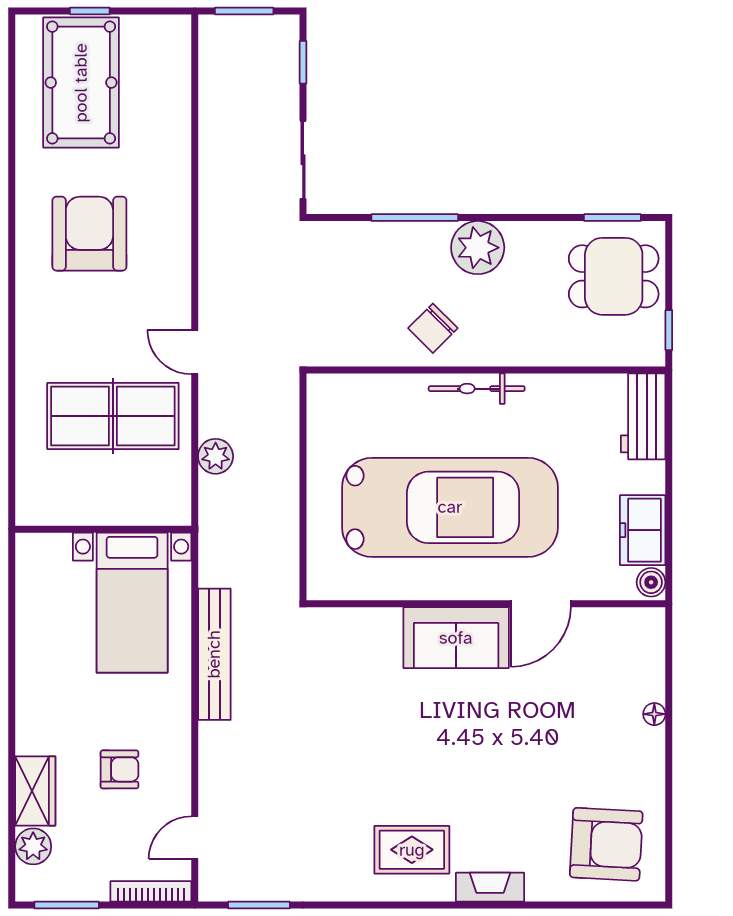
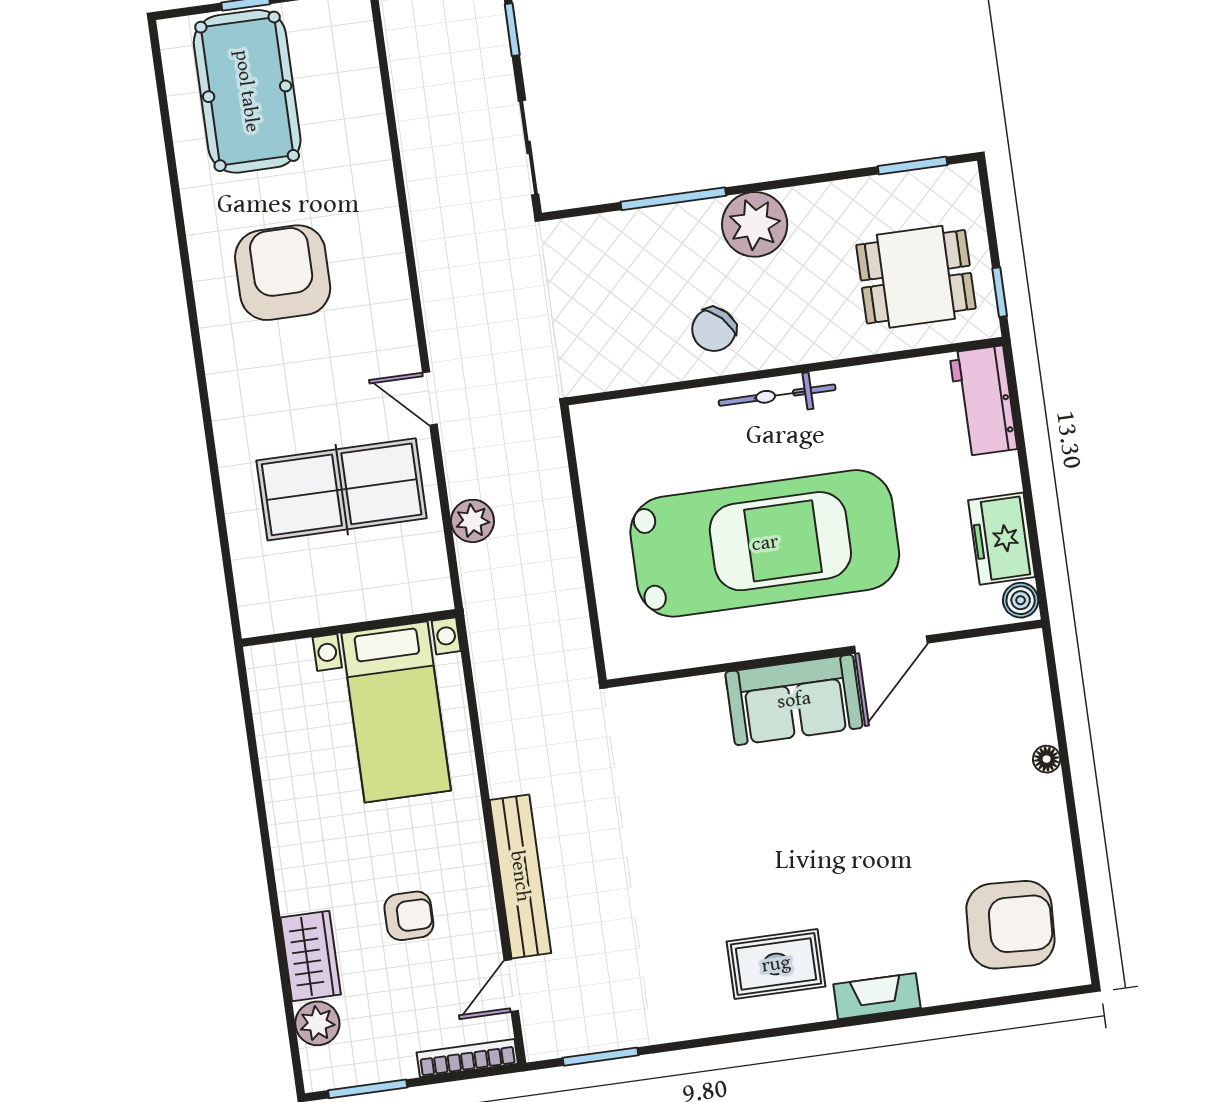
dining table: (614, 276) -> (916, 277), moved
bench: (214, 654) -> (520, 876), moved

